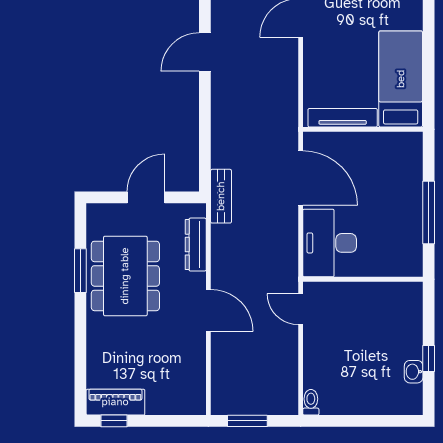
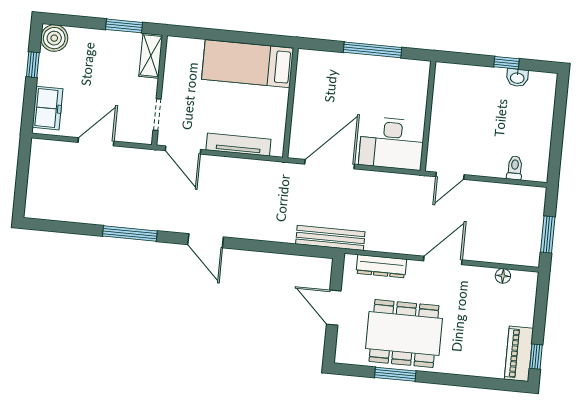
tv unit: (343, 118) -> (238, 145), moved, turned 90
bench: (221, 196) -> (330, 238), width x1.36
floor lamp: (198, 377) -> (503, 276), added
toilet: (311, 402) -> (515, 168), moved, turned 90

